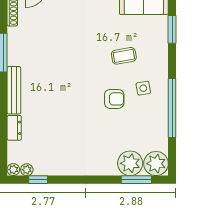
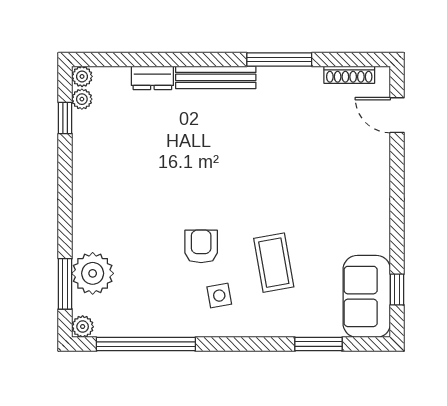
coffee table: (124, 56) -> (274, 263), width x1.36, depth x1.30
armchair: (114, 99) -> (201, 246), turned 180
window: (172, 108) -> (146, 344), moved
plant: (156, 164) -> (83, 327), width x0.53, depth x0.53

